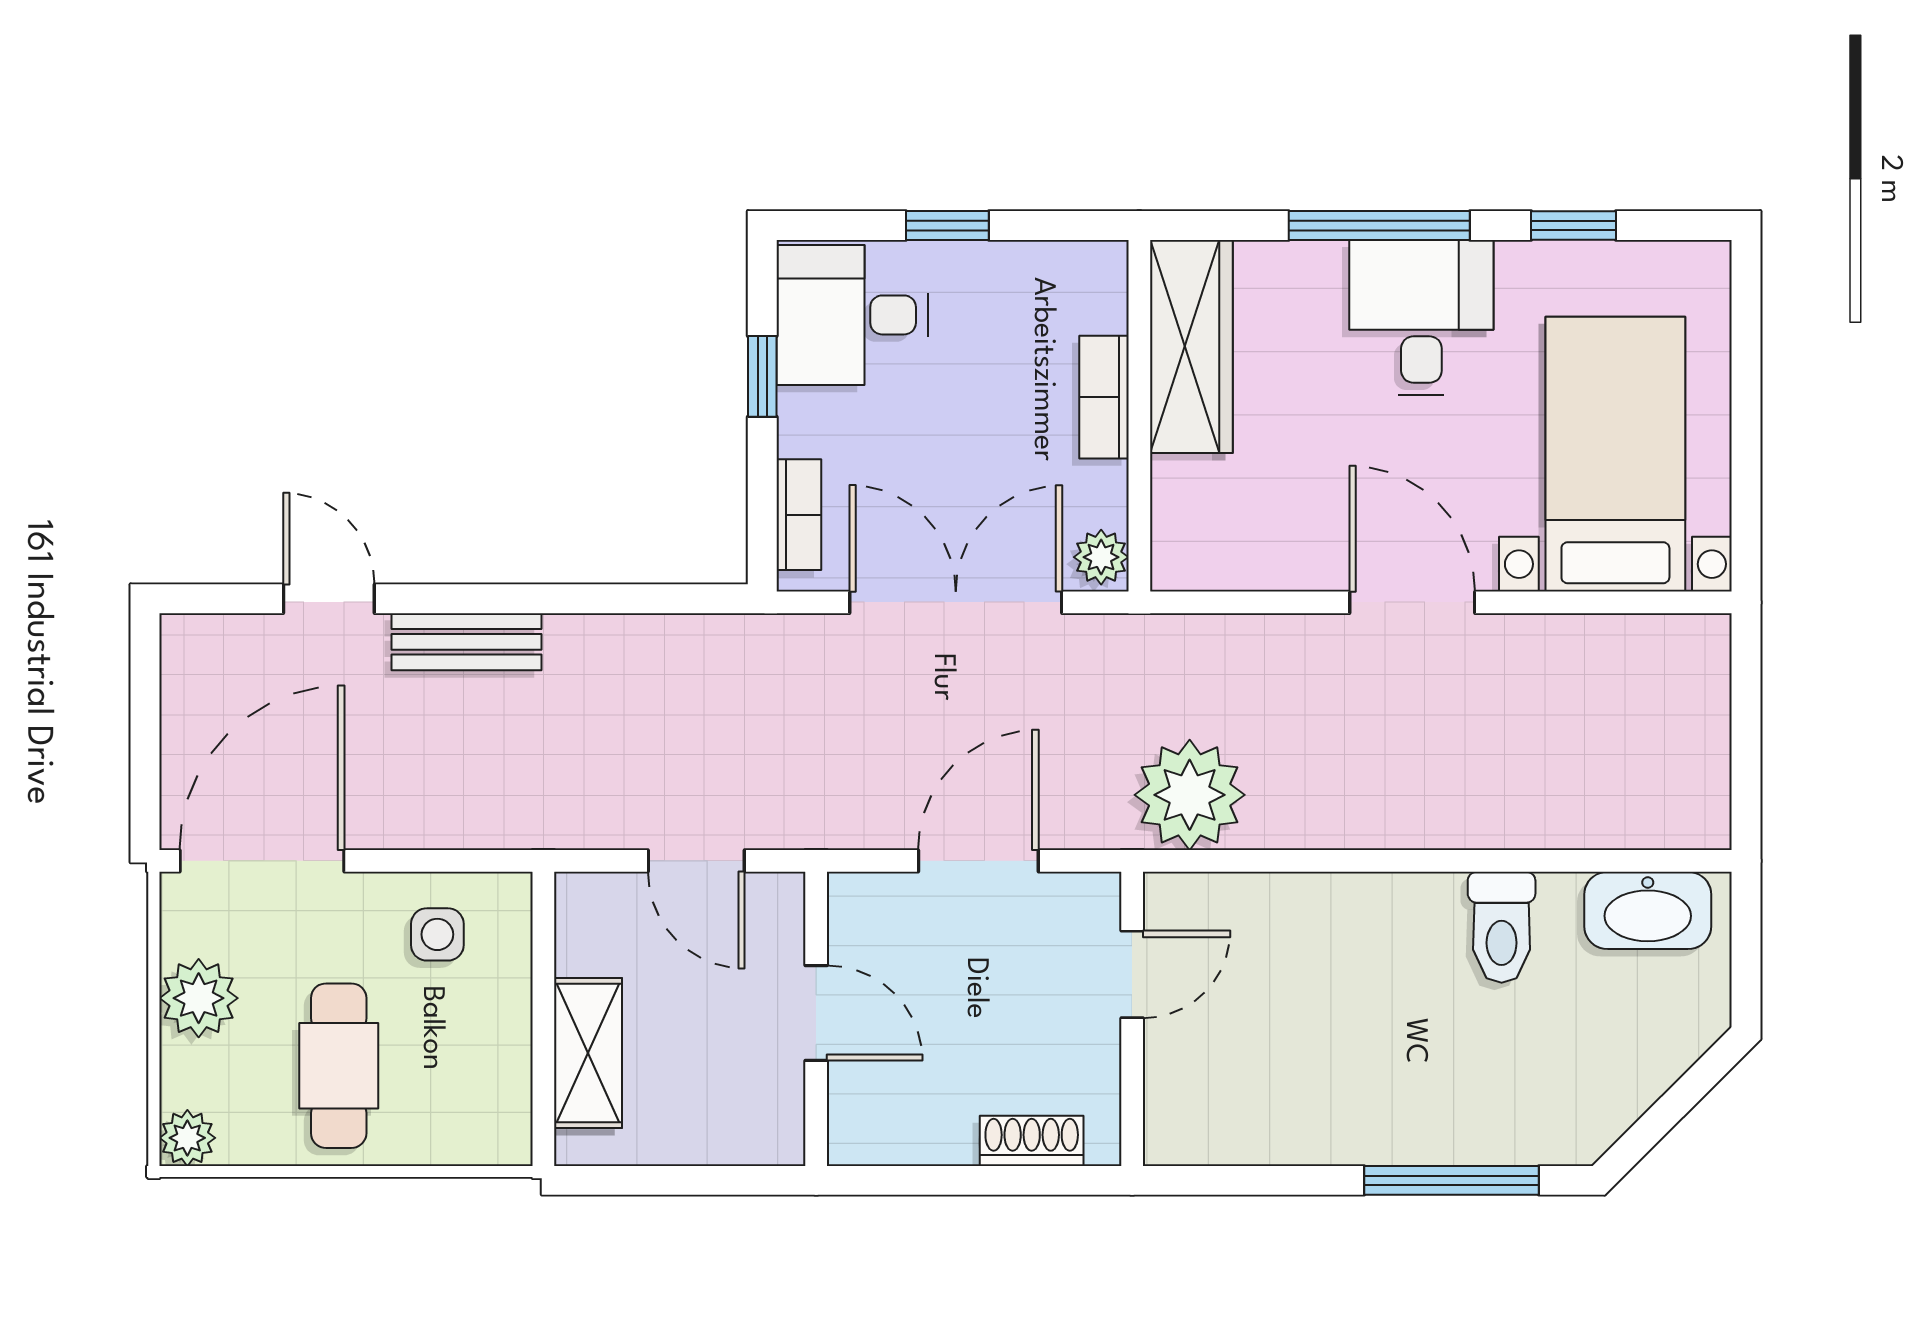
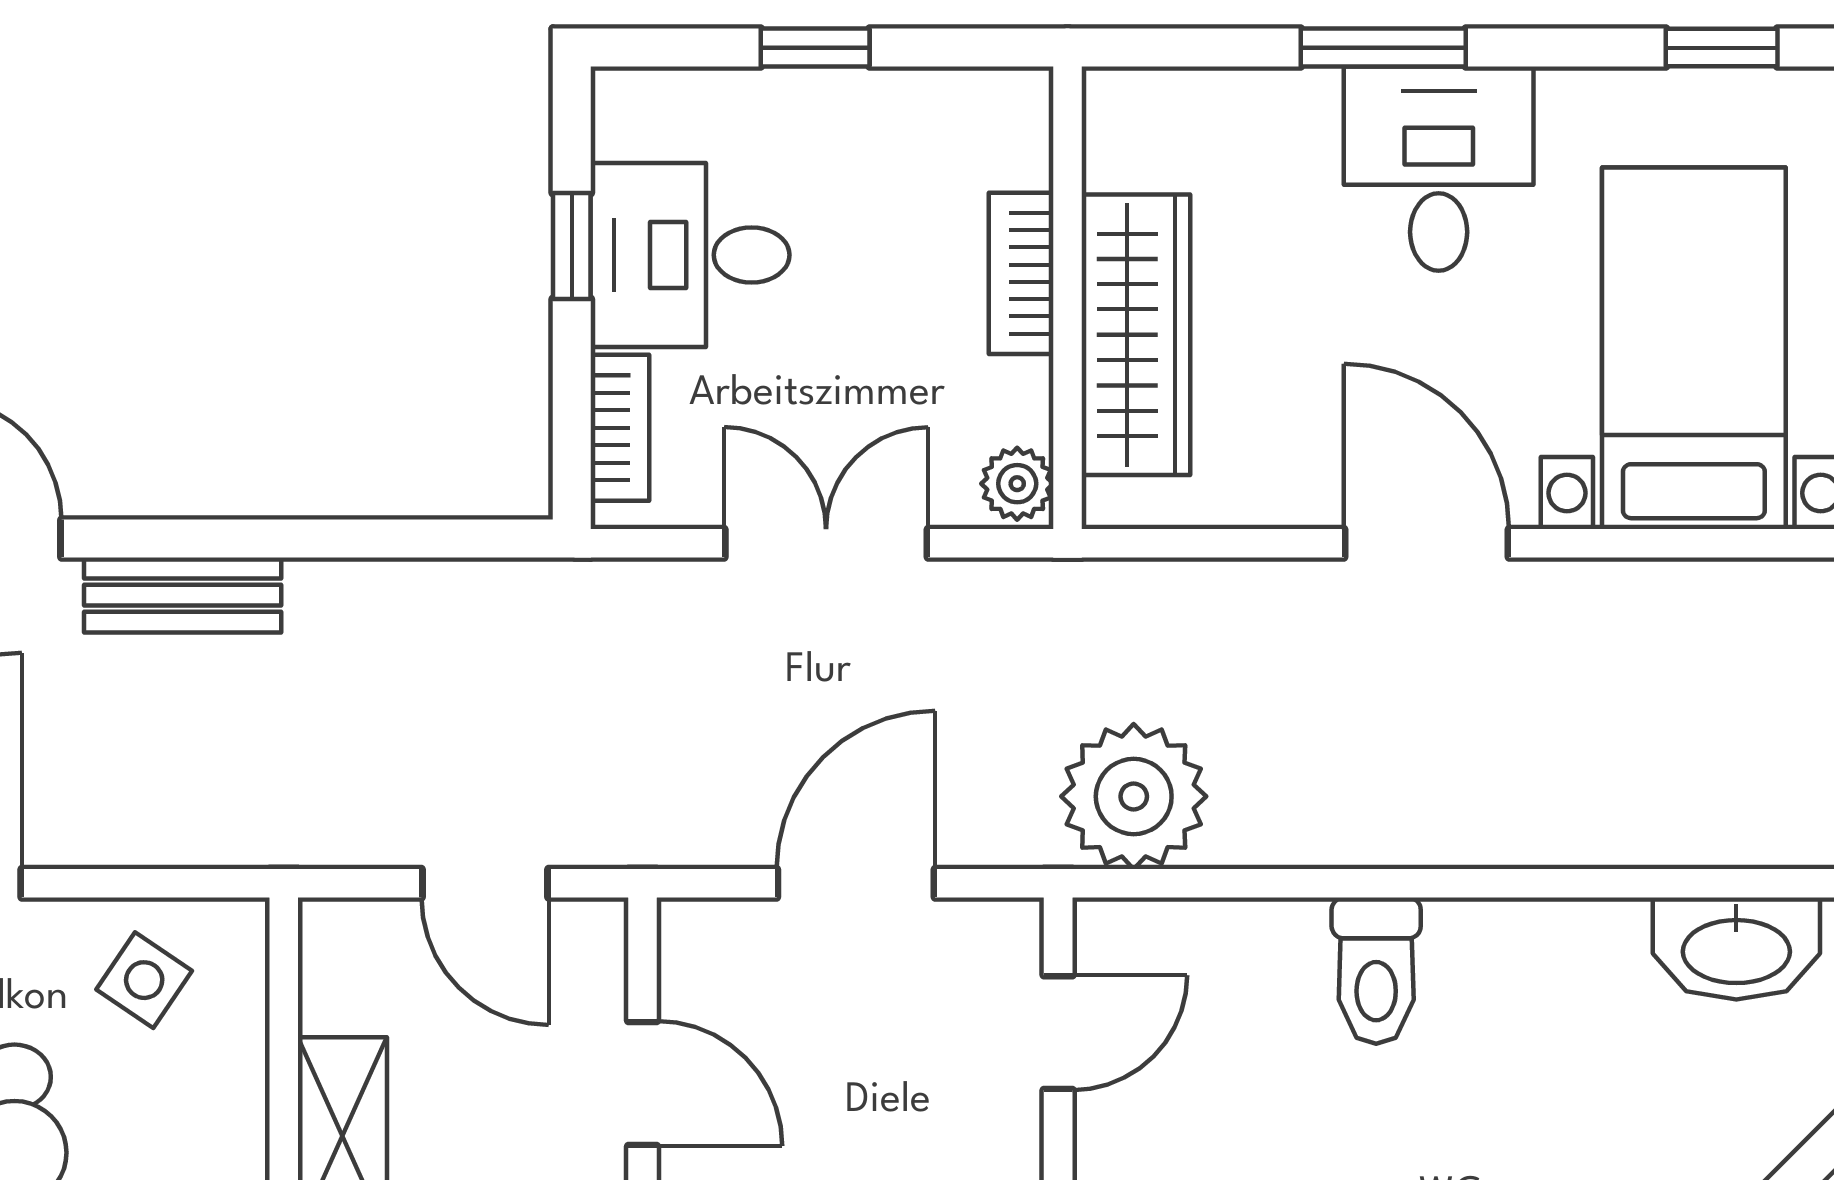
window: (1379, 225) -> (1383, 48), width x0.69
window: (1574, 225) -> (1722, 48), moved
desk: (852, 315) -> (690, 255), moved
wardrobe: (1191, 347) -> (1136, 335), moved
double door: (956, 602) -> (826, 543), width x0.73
toilet: (1502, 927) -> (1376, 971), moved
side table: (437, 934) -> (144, 980), turned 34

